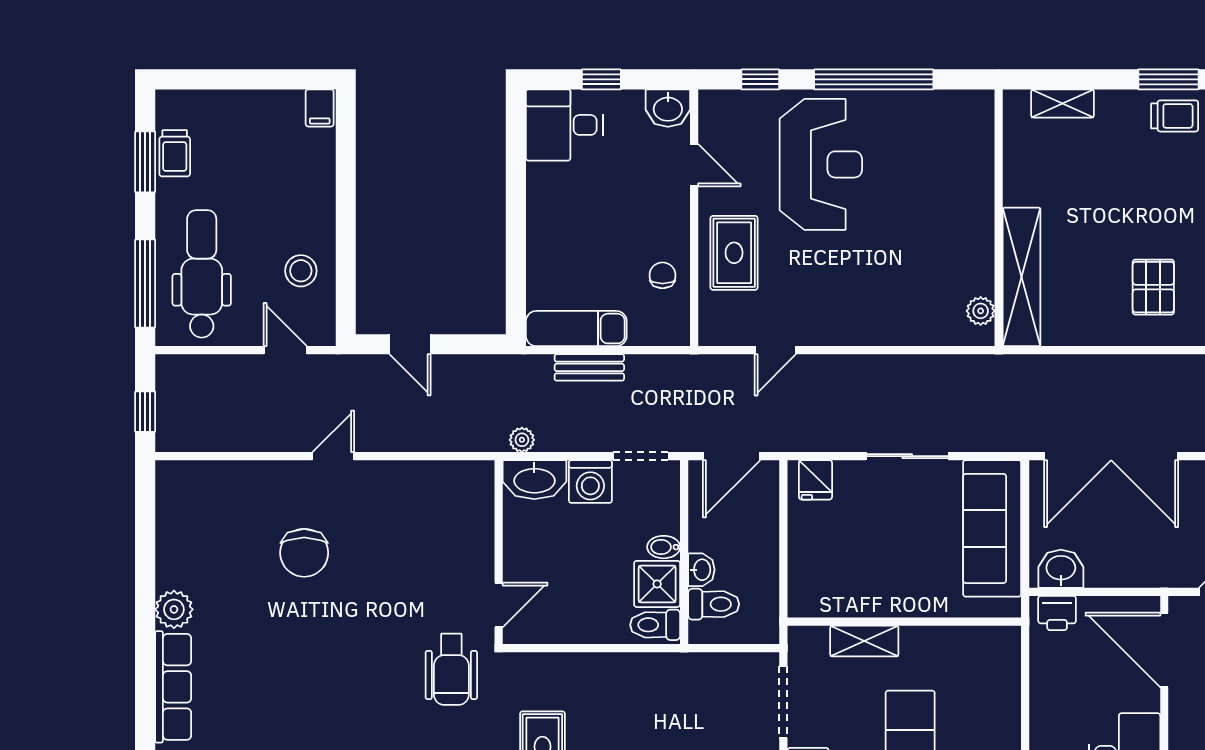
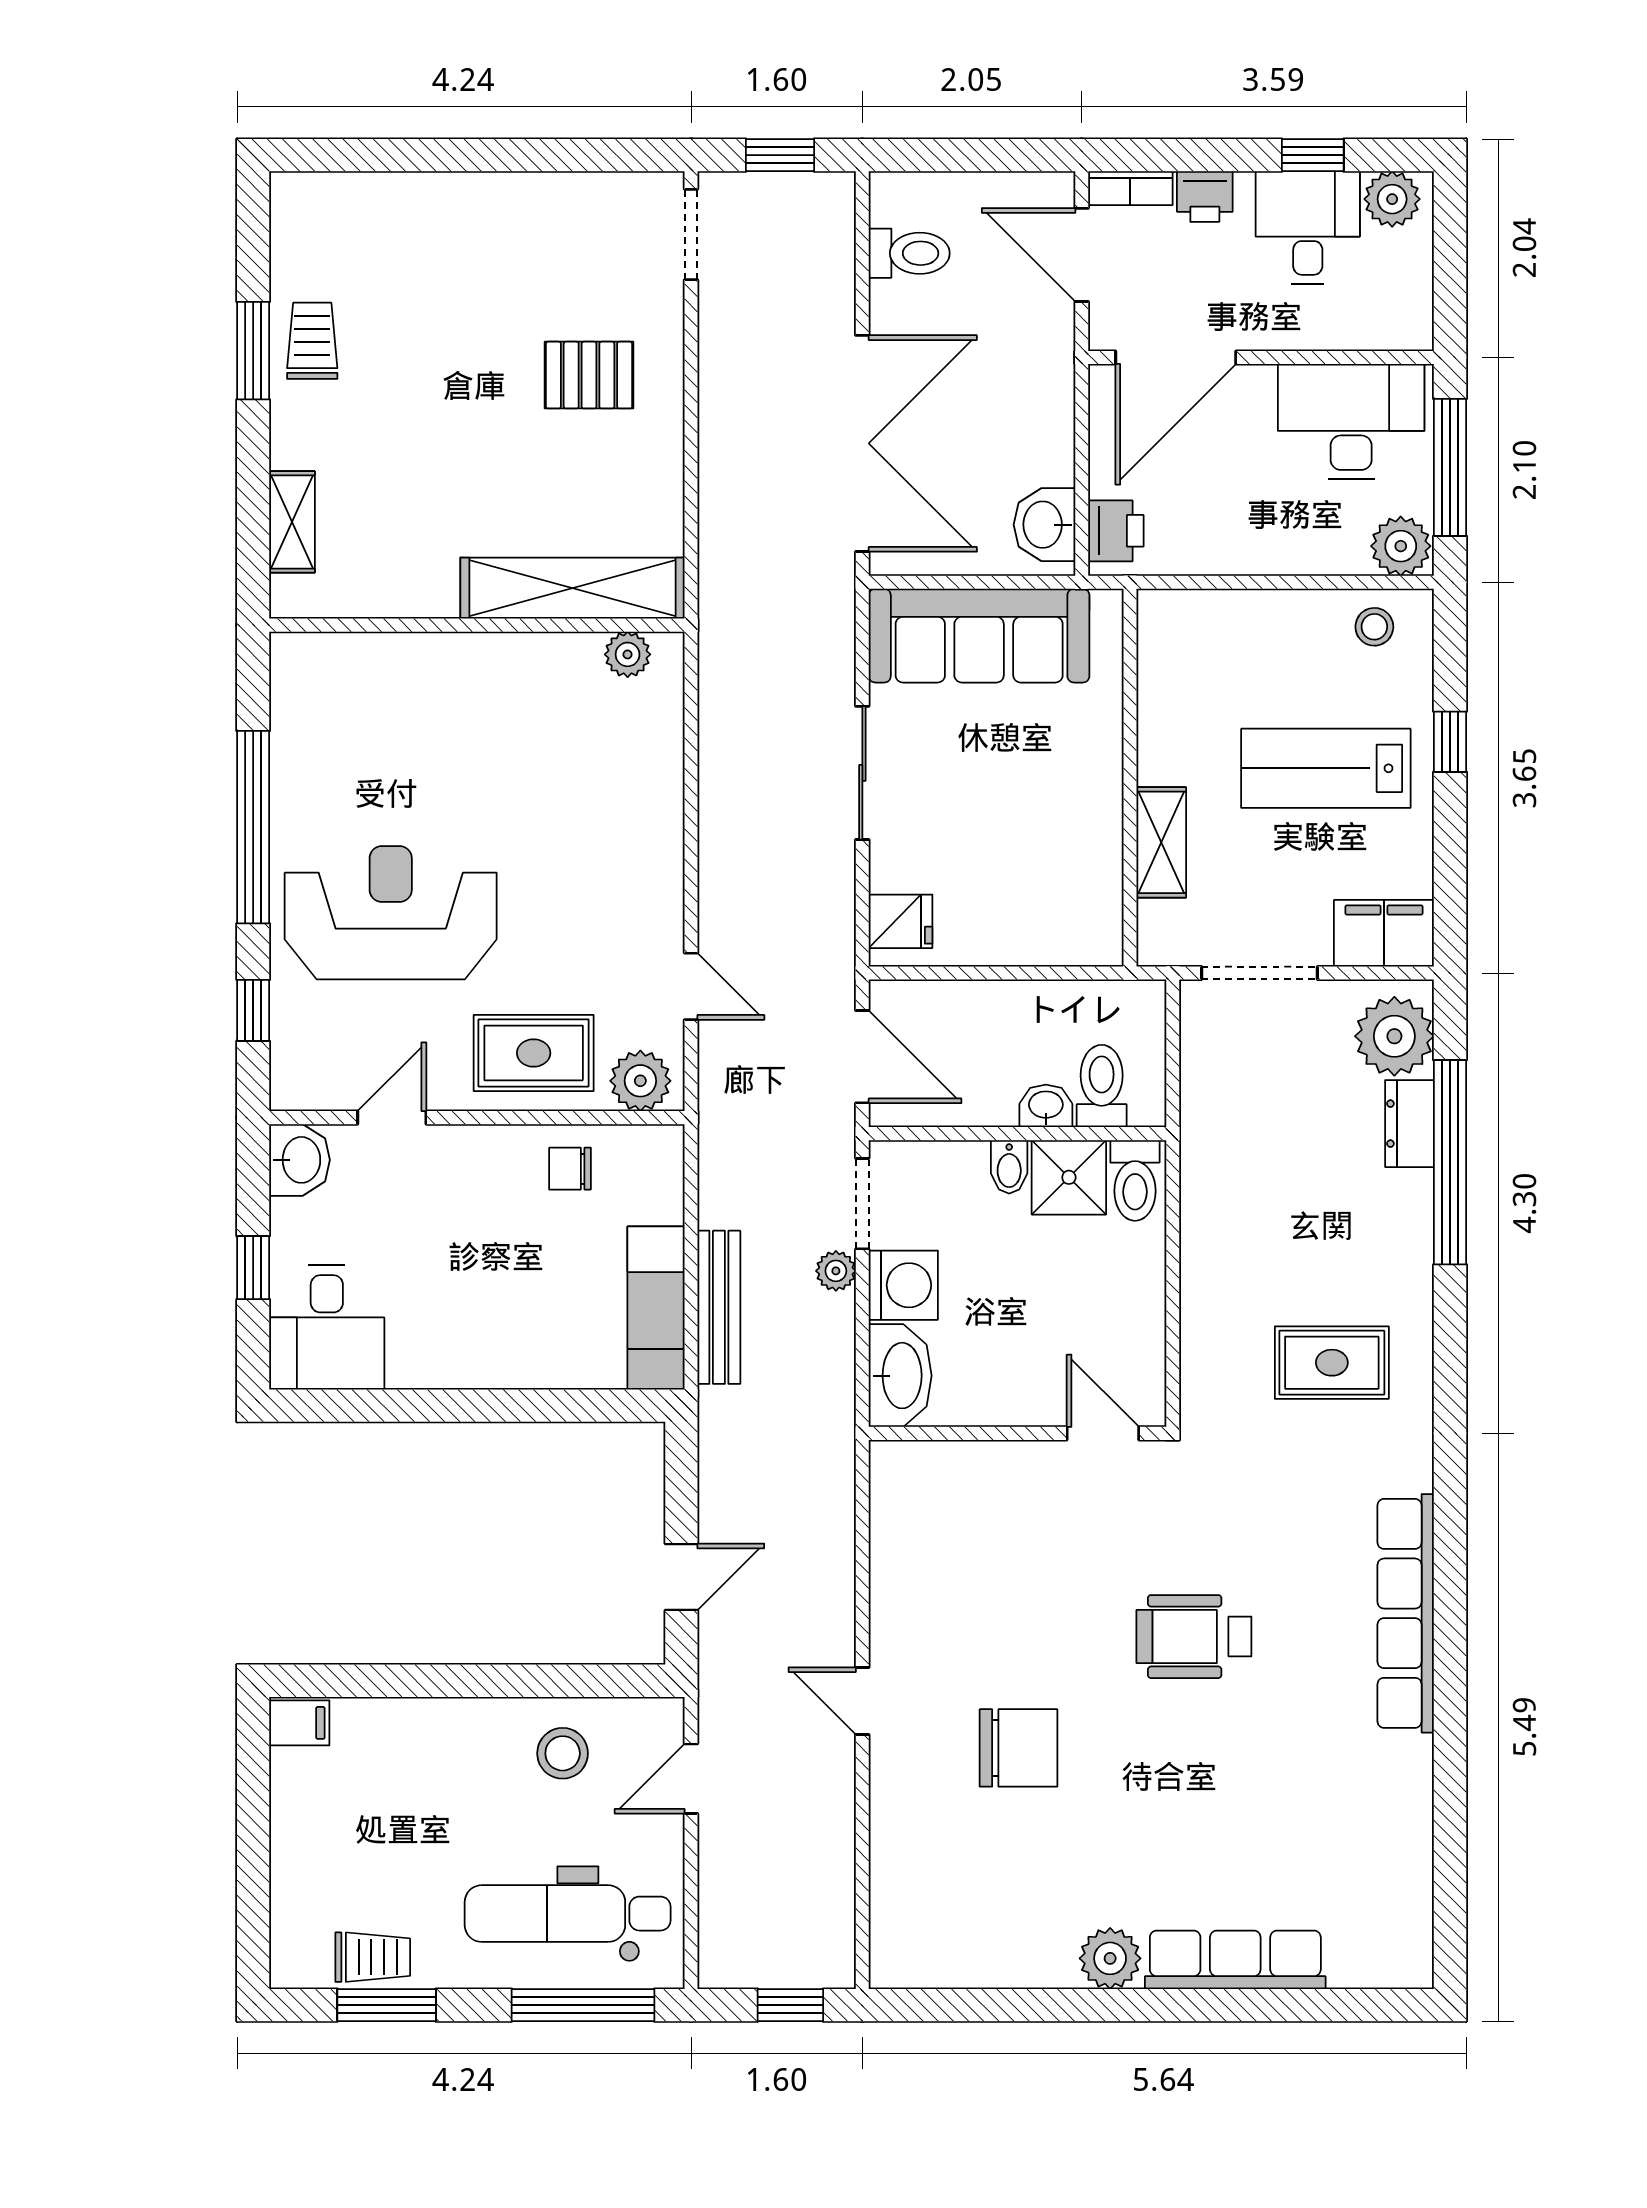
plant: (717, 319) -> (640, 1081), added
bench: (589, 367) -> (719, 1307), width x1.36
plant: (522, 440) -> (836, 1271), moved
wheelchair: (451, 669) -> (1194, 1637), moved, turned 180

